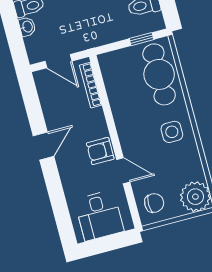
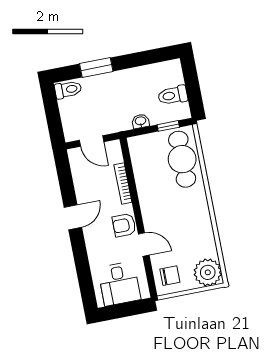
washbasin: (27, 27) -> (141, 121), moved, turned -90
bookcase: (91, 85) -> (123, 183), moved
side table: (172, 132) -> (190, 212), removed

